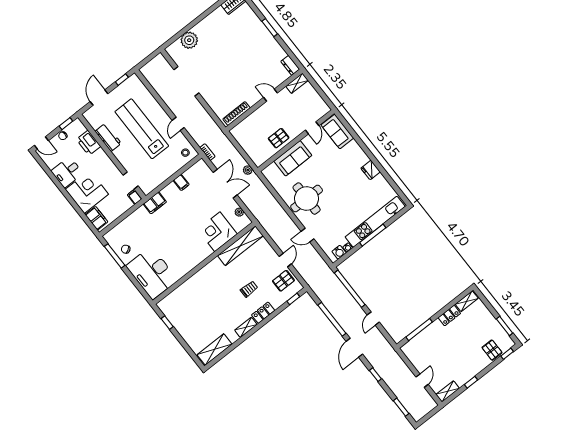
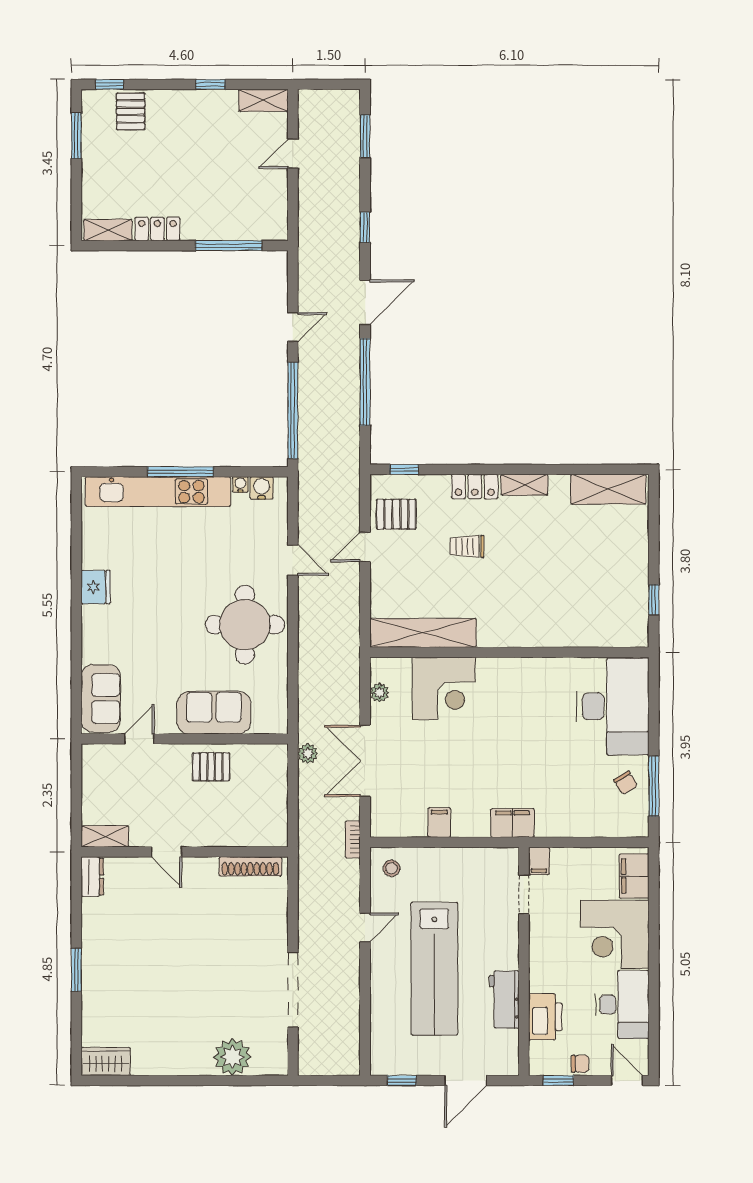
desk: (67, 172) -> (622, 1005), width x1.37

